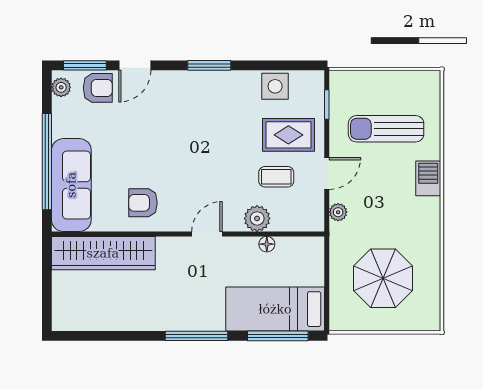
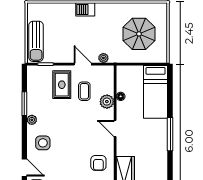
window: (209, 65) -> (24, 104), moved
plant: (223, 79) -> (32, 120), added
side table: (275, 86) -> (43, 143), moved
sun lounger: (386, 129) -> (36, 41), moved
window: (278, 336) -> (170, 90), removed

